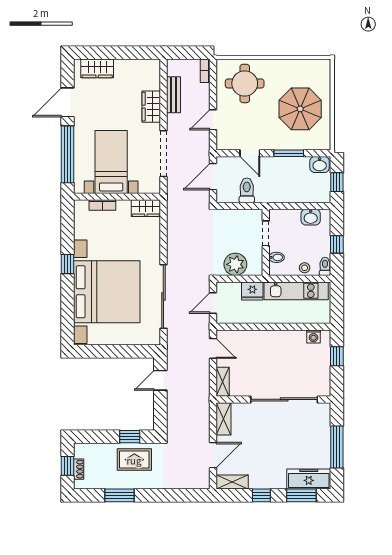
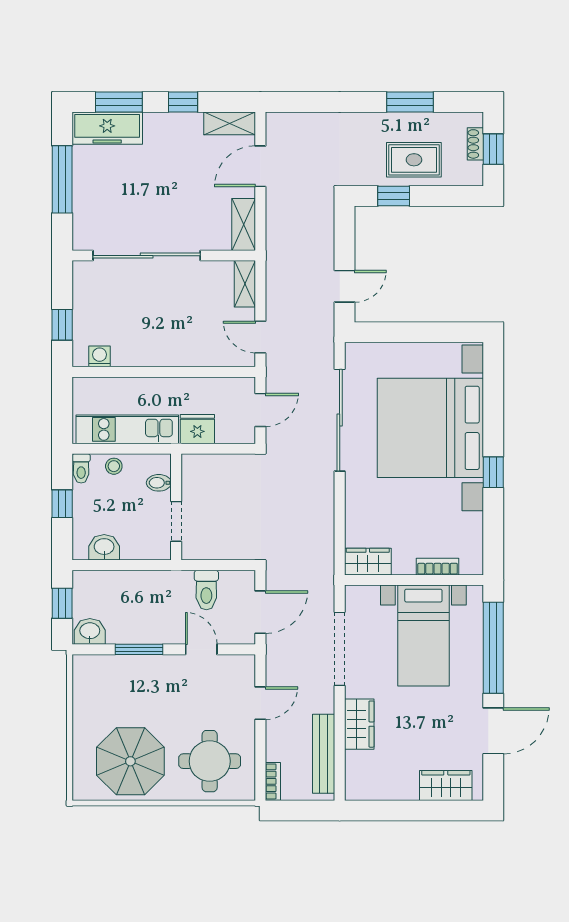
bench: (174, 95) -> (324, 754), width x1.36
parasol: (300, 109) -> (130, 761), moved
plant: (235, 264) -> (225, 472), removed
rug: (134, 460) -> (414, 160), moved

